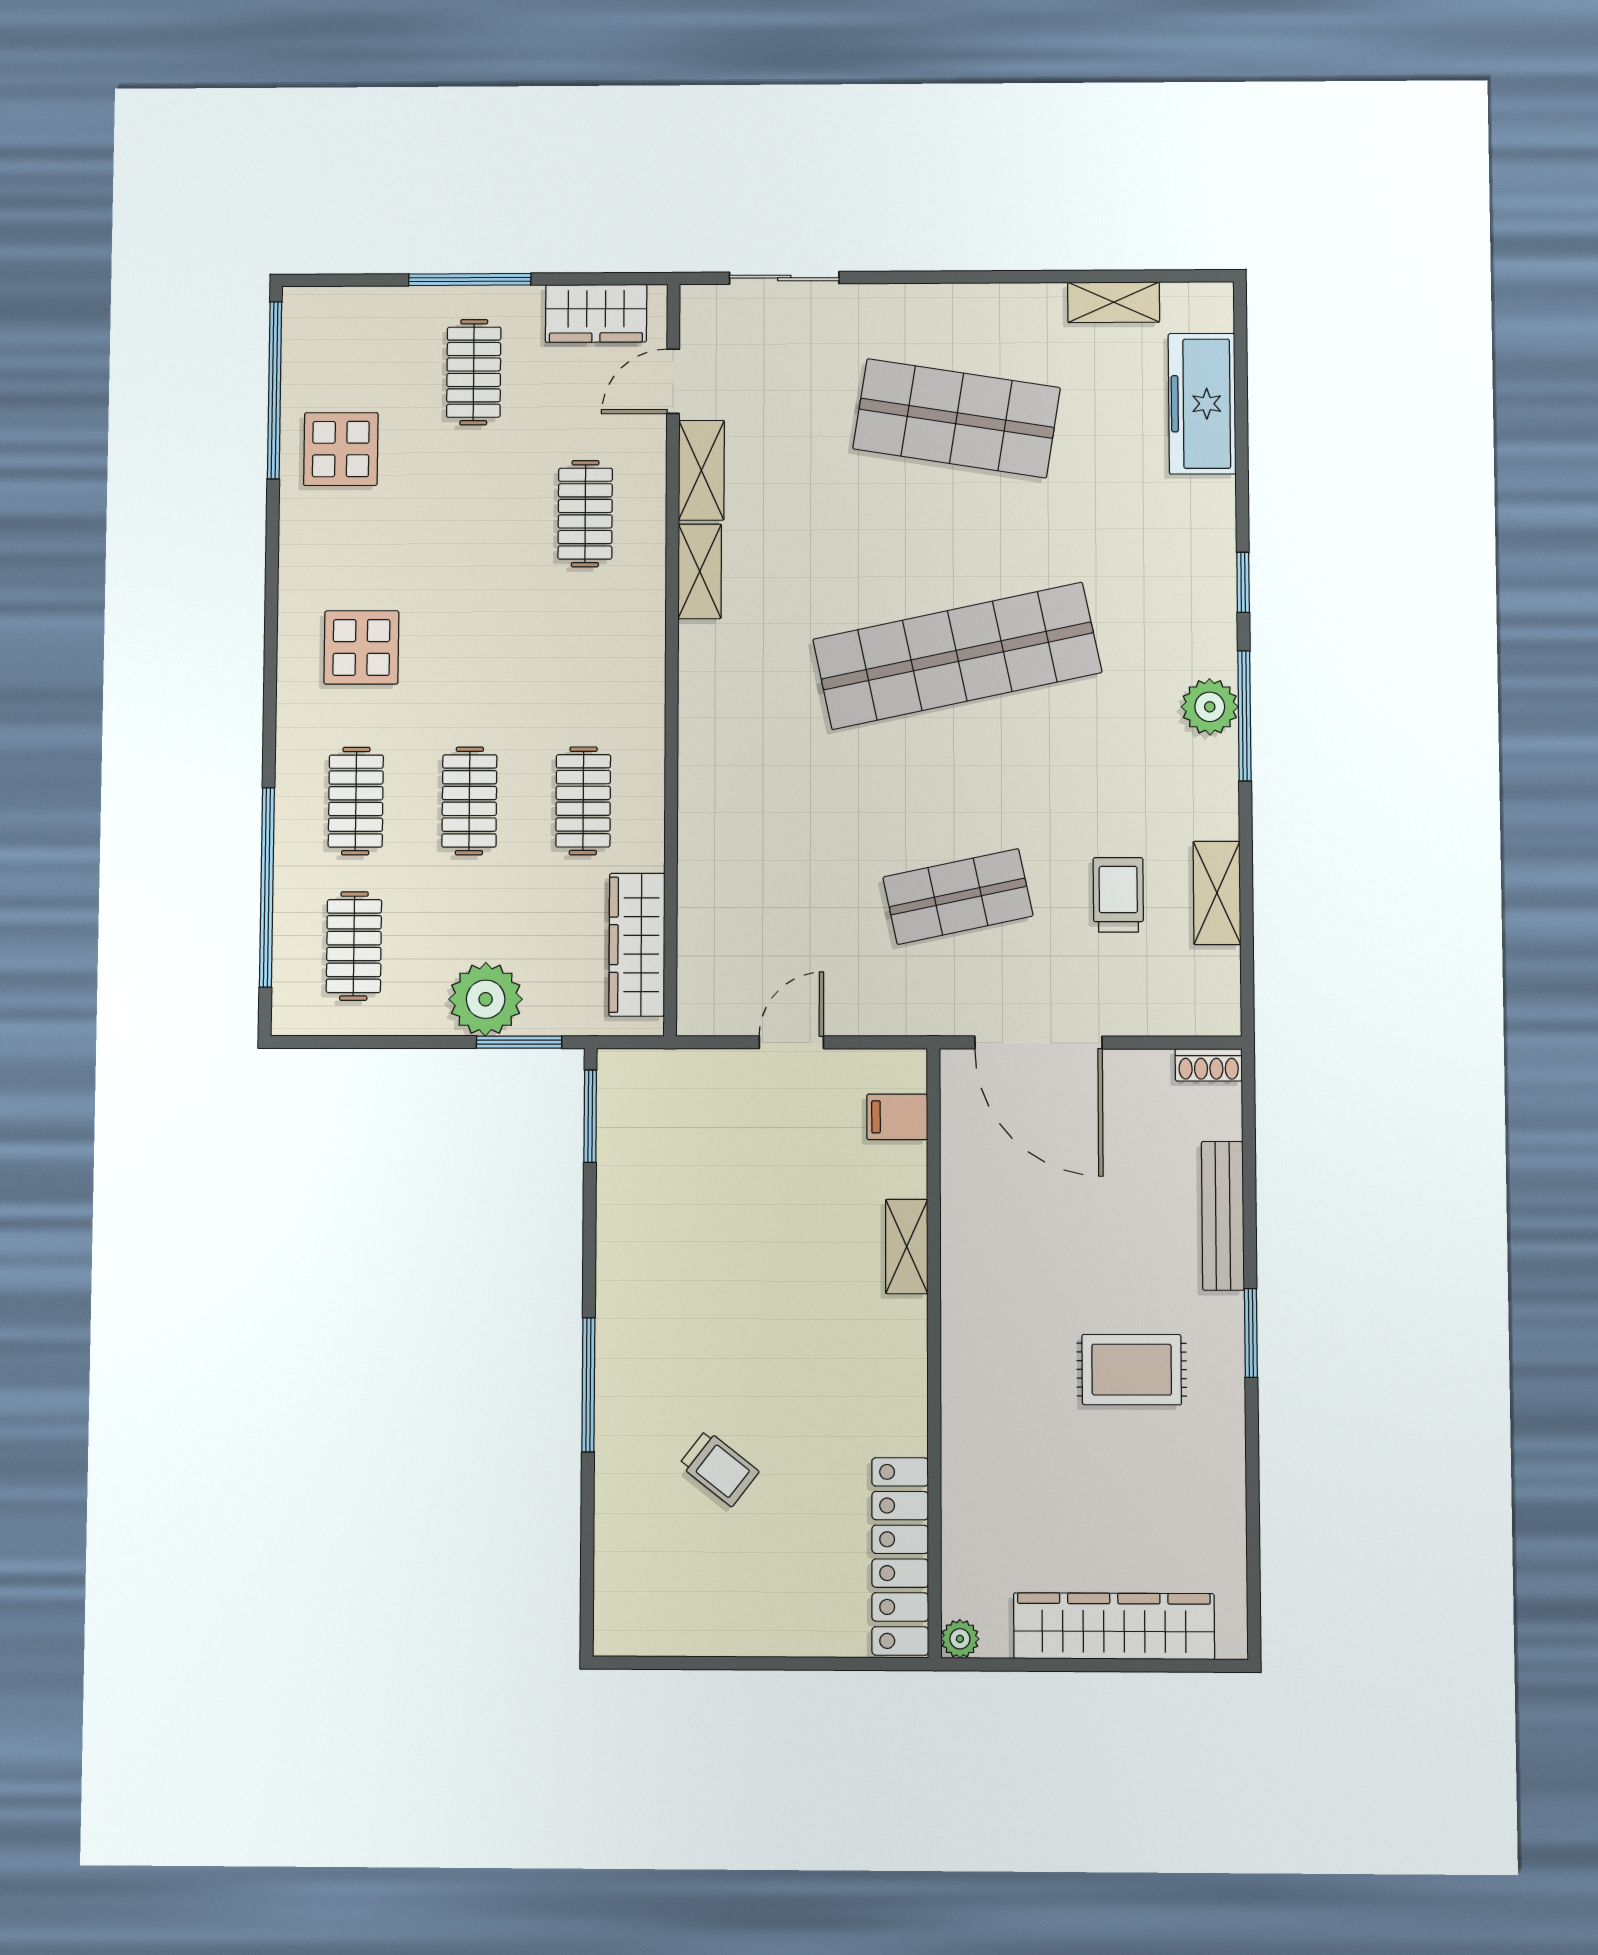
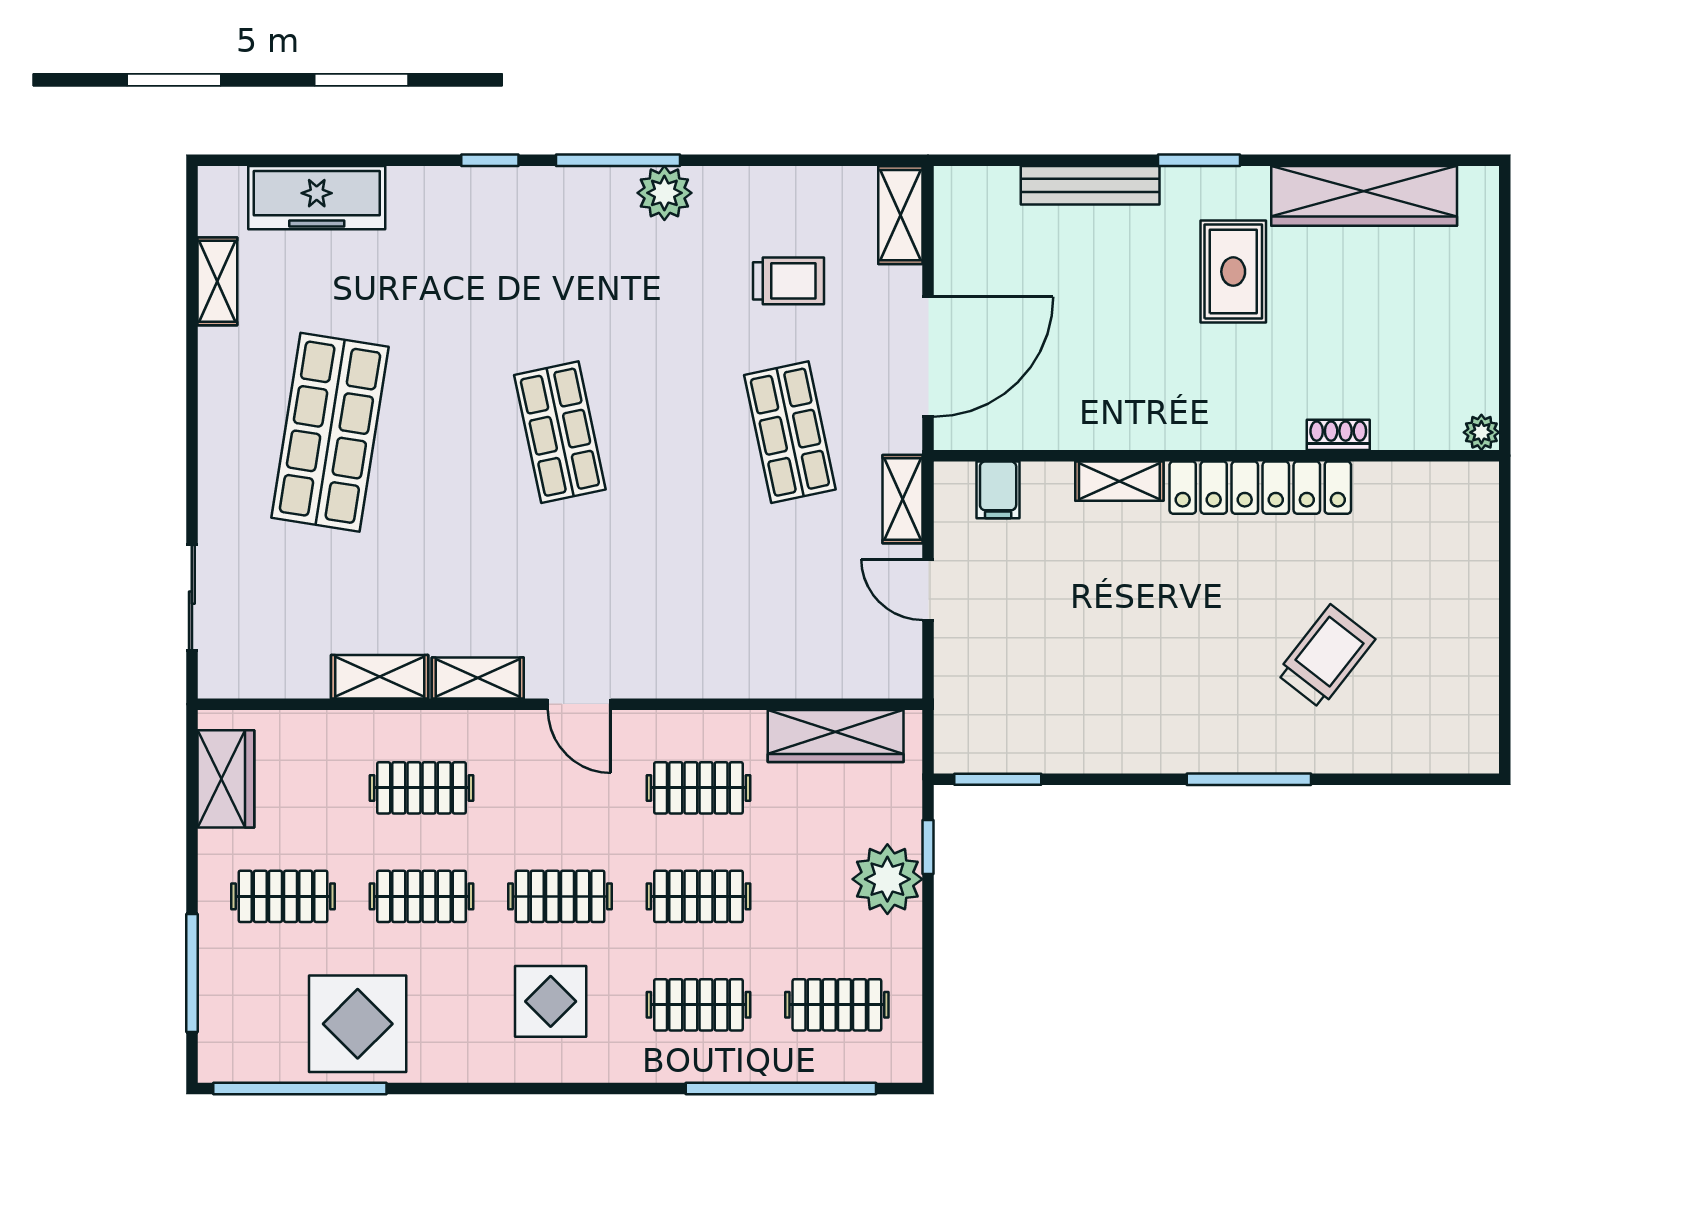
window: (470, 280) -> (192, 973), moved
door: (673, 381) -> (579, 704), moved
display table: (341, 449) -> (358, 1024), width x1.36, depth x1.36
clothes rail: (472, 514) -> (421, 896), added
shop shelf: (957, 656) -> (560, 432), width x0.50, depth x0.74
clothes rail: (471, 657) -> (560, 896), added
plant: (1210, 707) -> (664, 193), moved
shelving: (1217, 893) -> (900, 215), moved, turned 90
trolley: (1118, 895) -> (788, 281), turned 180
shelving: (887, 1015) -> (903, 499), added
window: (519, 1042) -> (928, 847), width x0.67
shoe rack: (1209, 1065) -> (1338, 435), moved, turned -90
trolley: (719, 1468) -> (1326, 657), width x1.36, depth x1.39
locker: (900, 1556) -> (1260, 488), moved
wardrobe: (1114, 1626) -> (1364, 196), moved, turned -90

